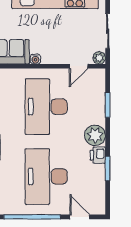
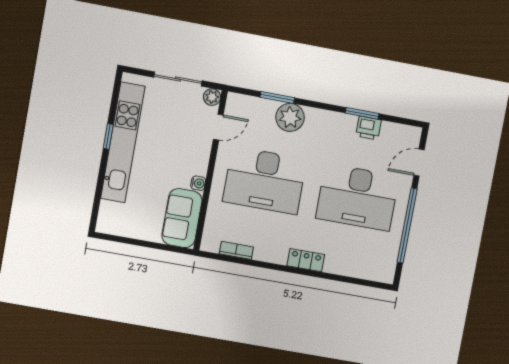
door: (79, 66) -> (218, 127), hinge flipped
plant: (95, 135) -> (290, 117), moved
printer: (98, 155) -> (368, 128), moved

